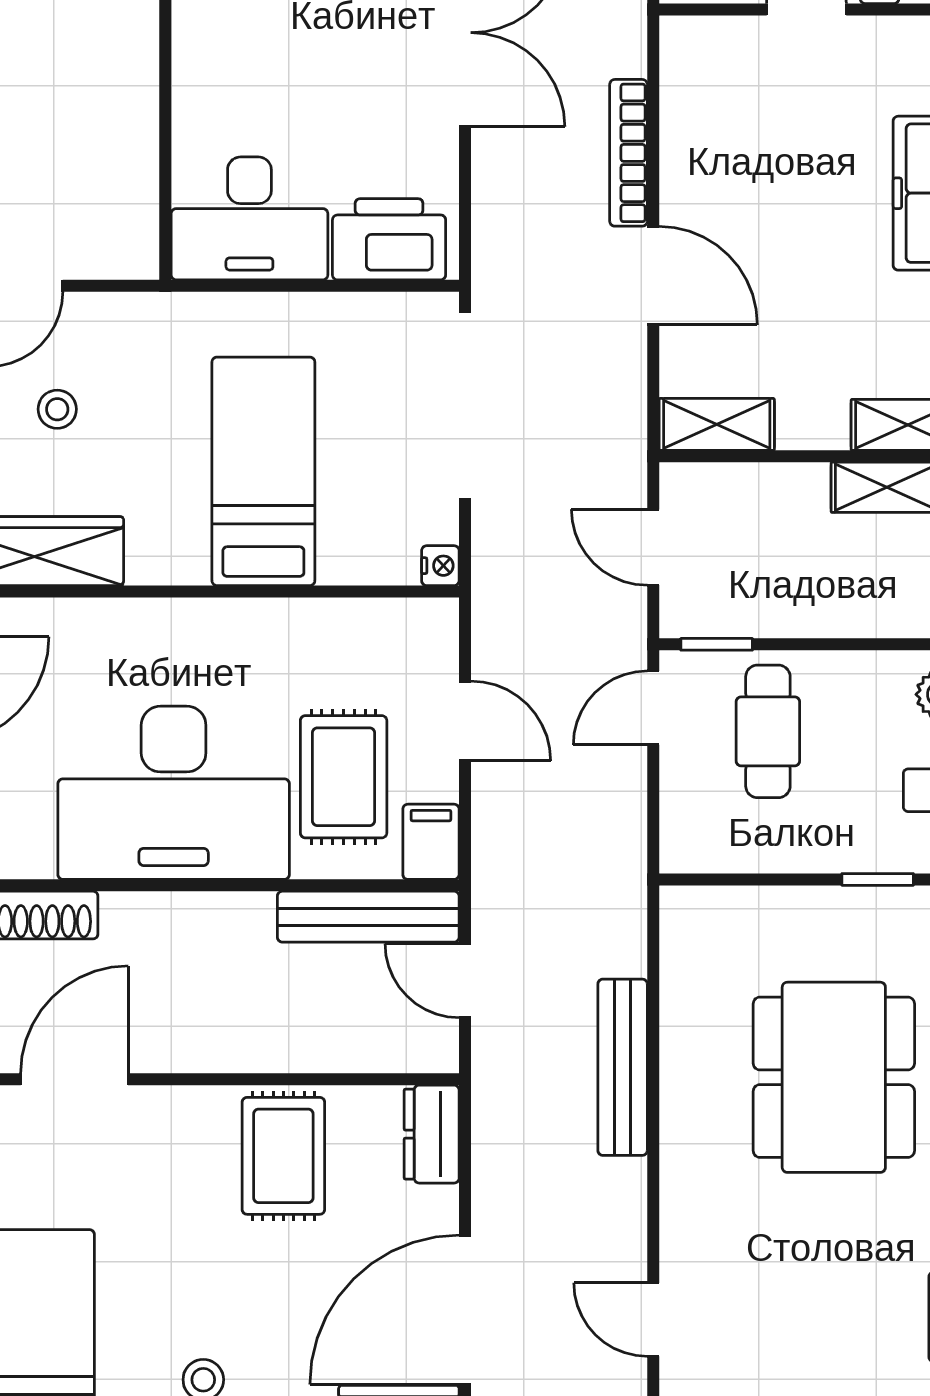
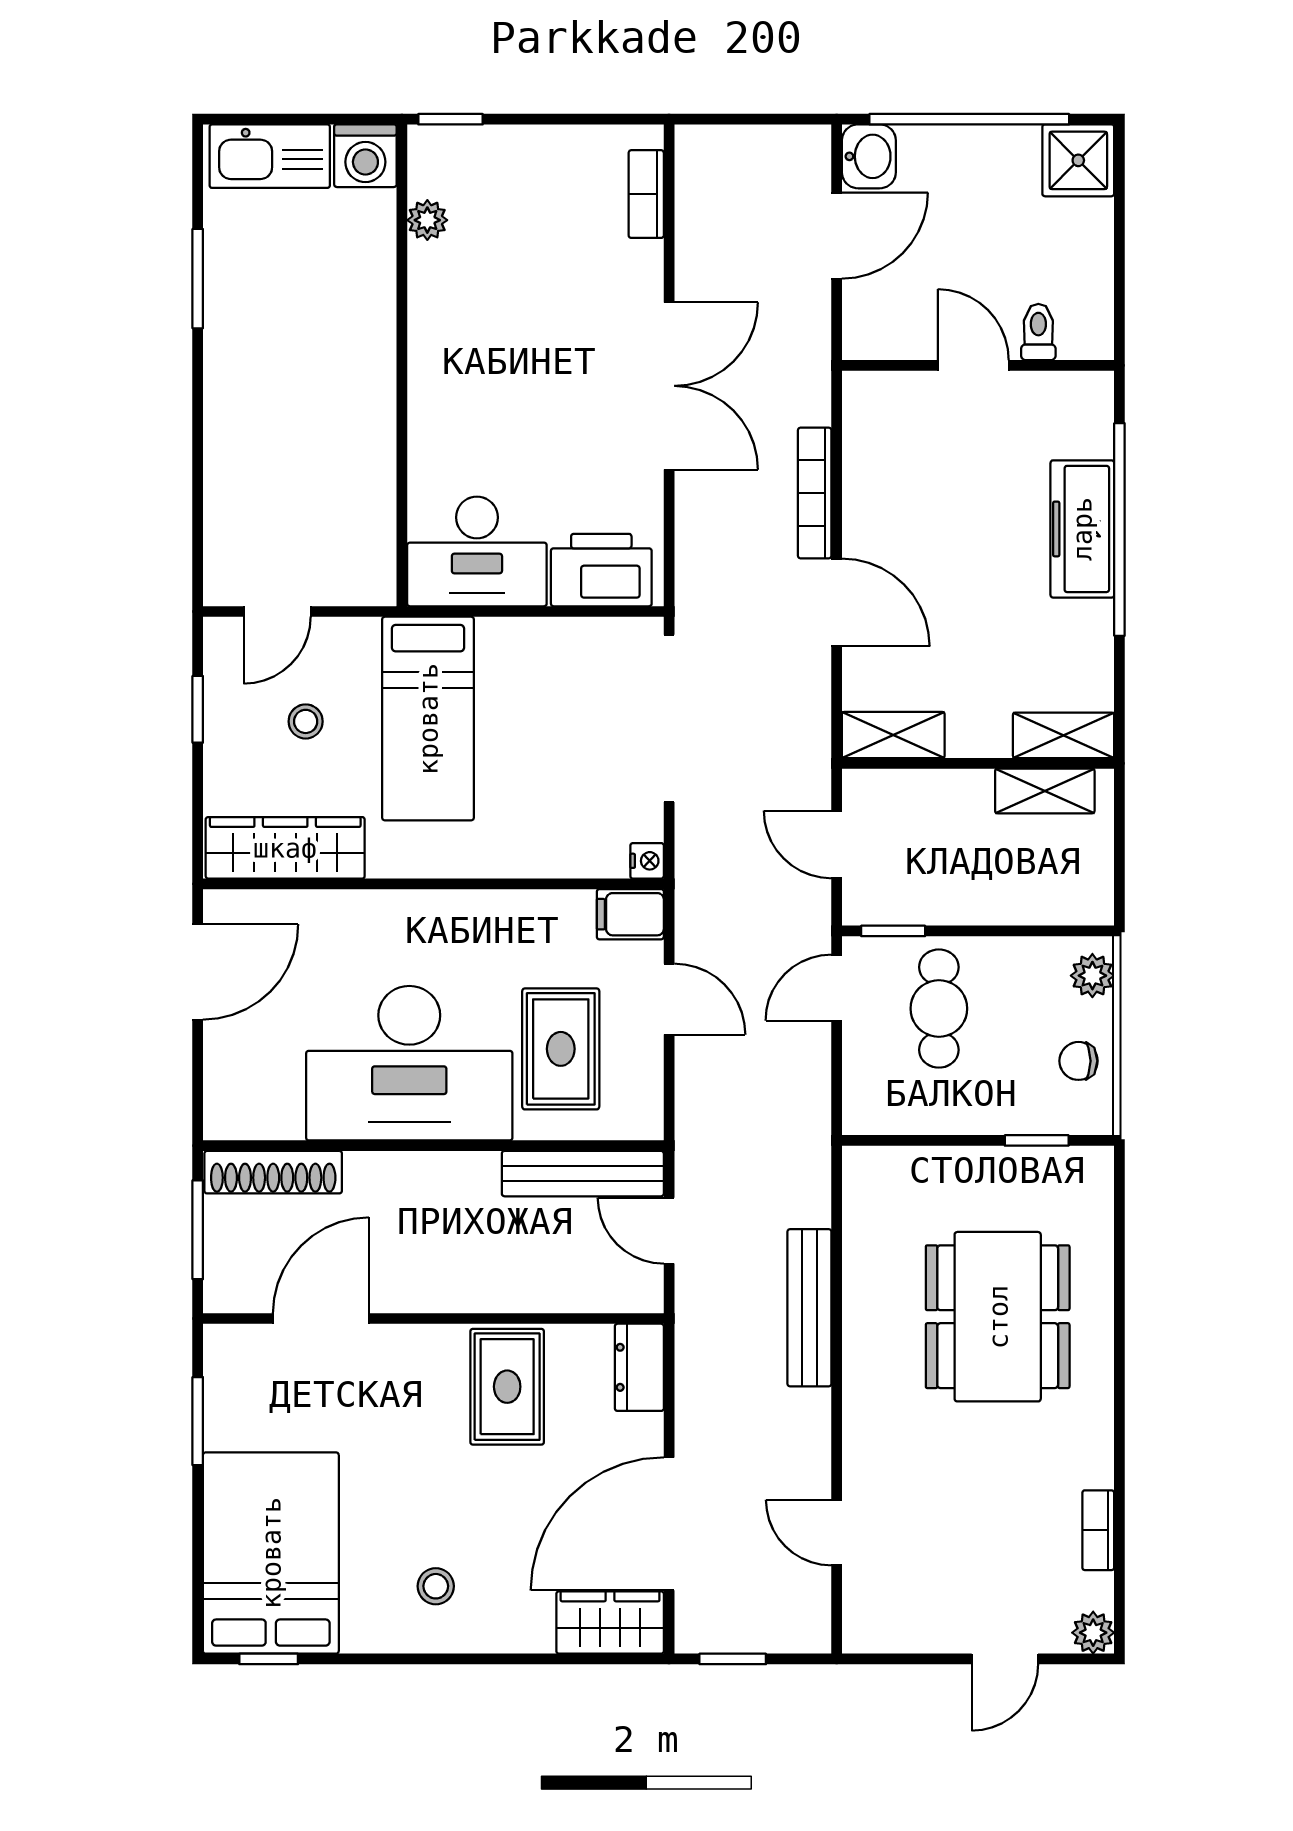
bed: (263, 471) -> (428, 719), moved, turned 180
filing cabinet: (431, 842) -> (630, 914), moved, turned -90

